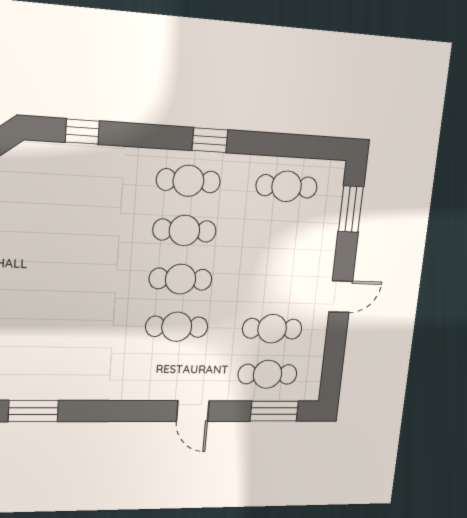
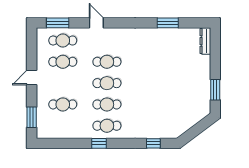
cafe table: (287, 186) -> (63, 104), moved

